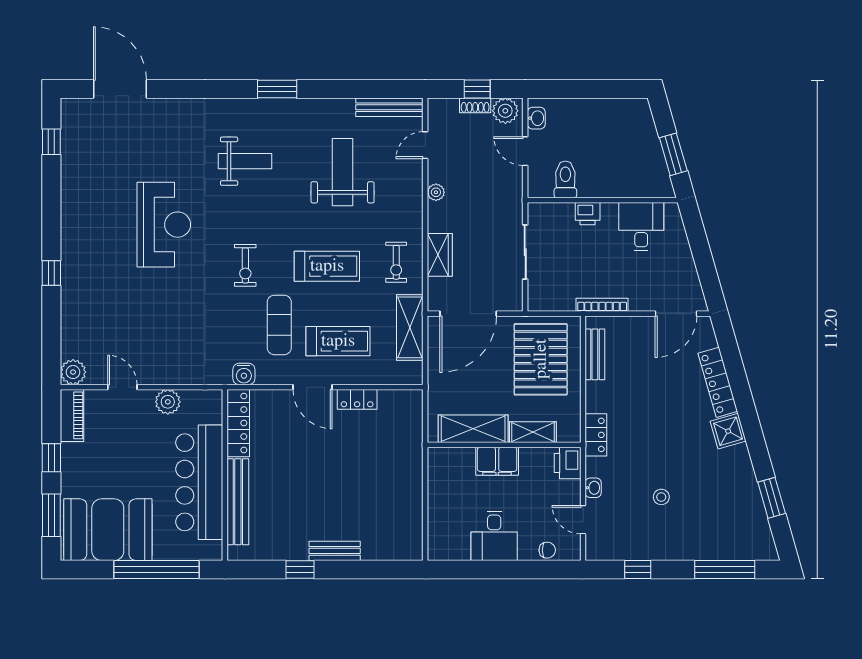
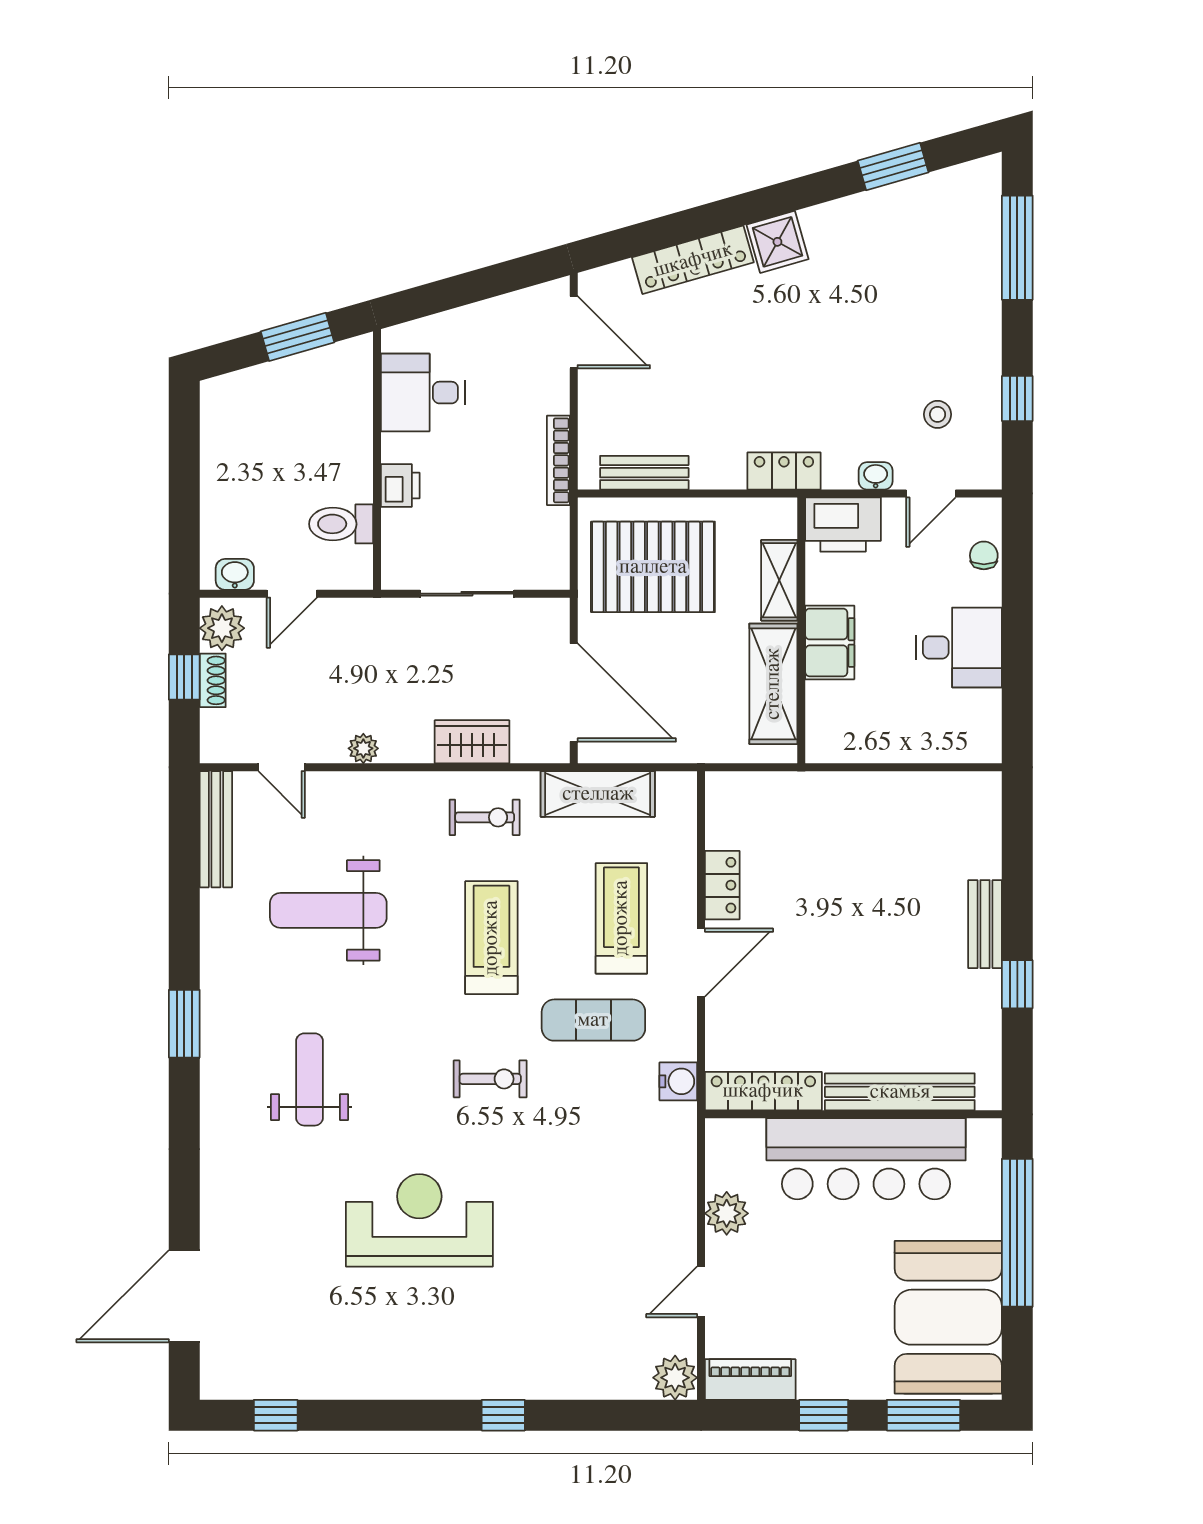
printer: (568, 463) -> (843, 525), width x1.37, depth x1.19
stool: (661, 497) -> (938, 414), moved

